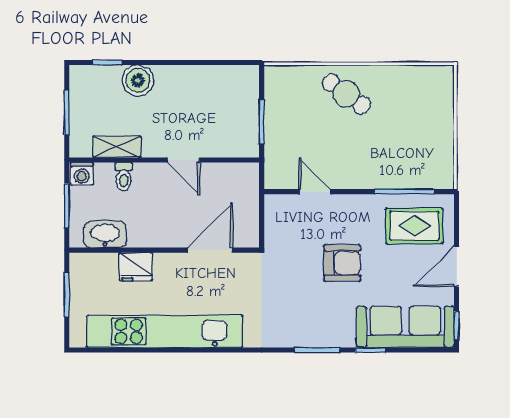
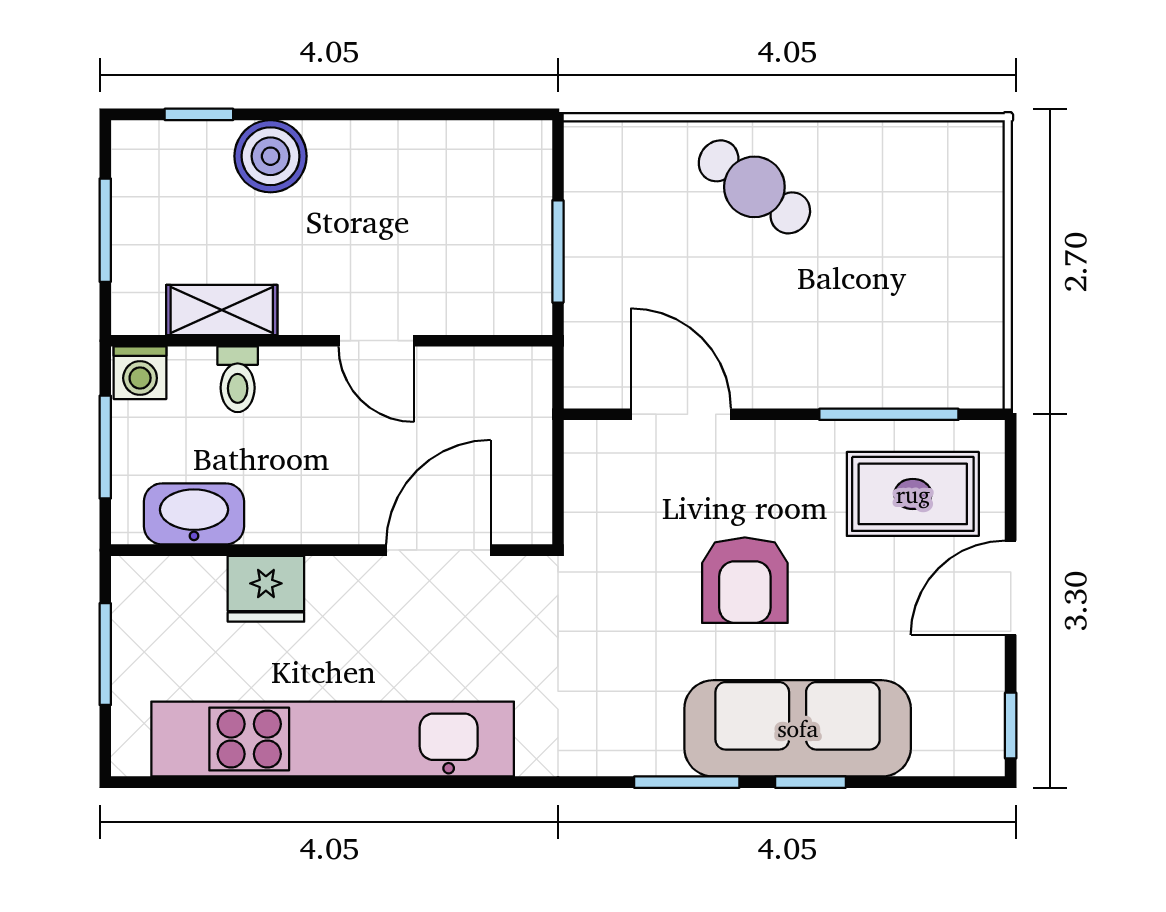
door: (315, 192) -> (681, 414), width x1.38
armchair: (342, 263) -> (745, 580), turned 90
sofa: (405, 327) -> (798, 728), moved

